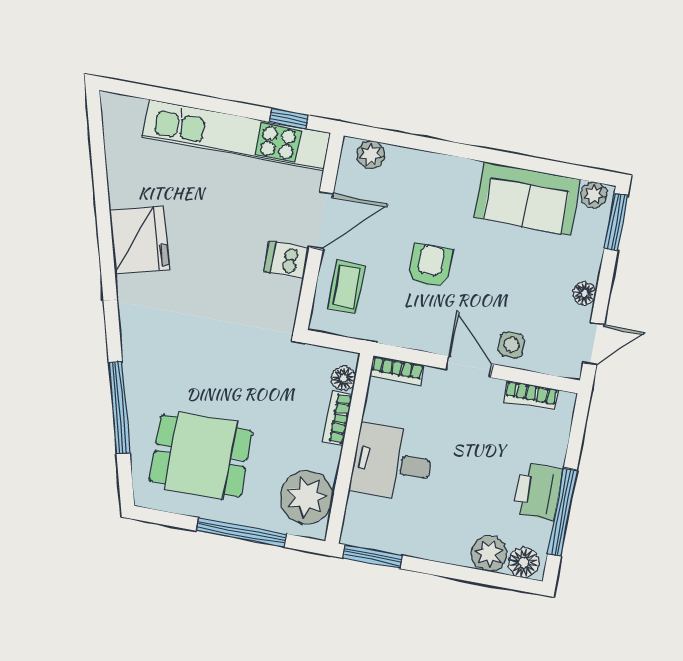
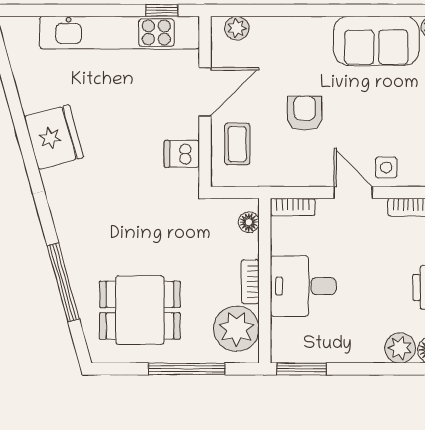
dishwasher: (286, 260) -> (182, 154), moved
bookcase: (338, 418) -> (250, 282), moved

